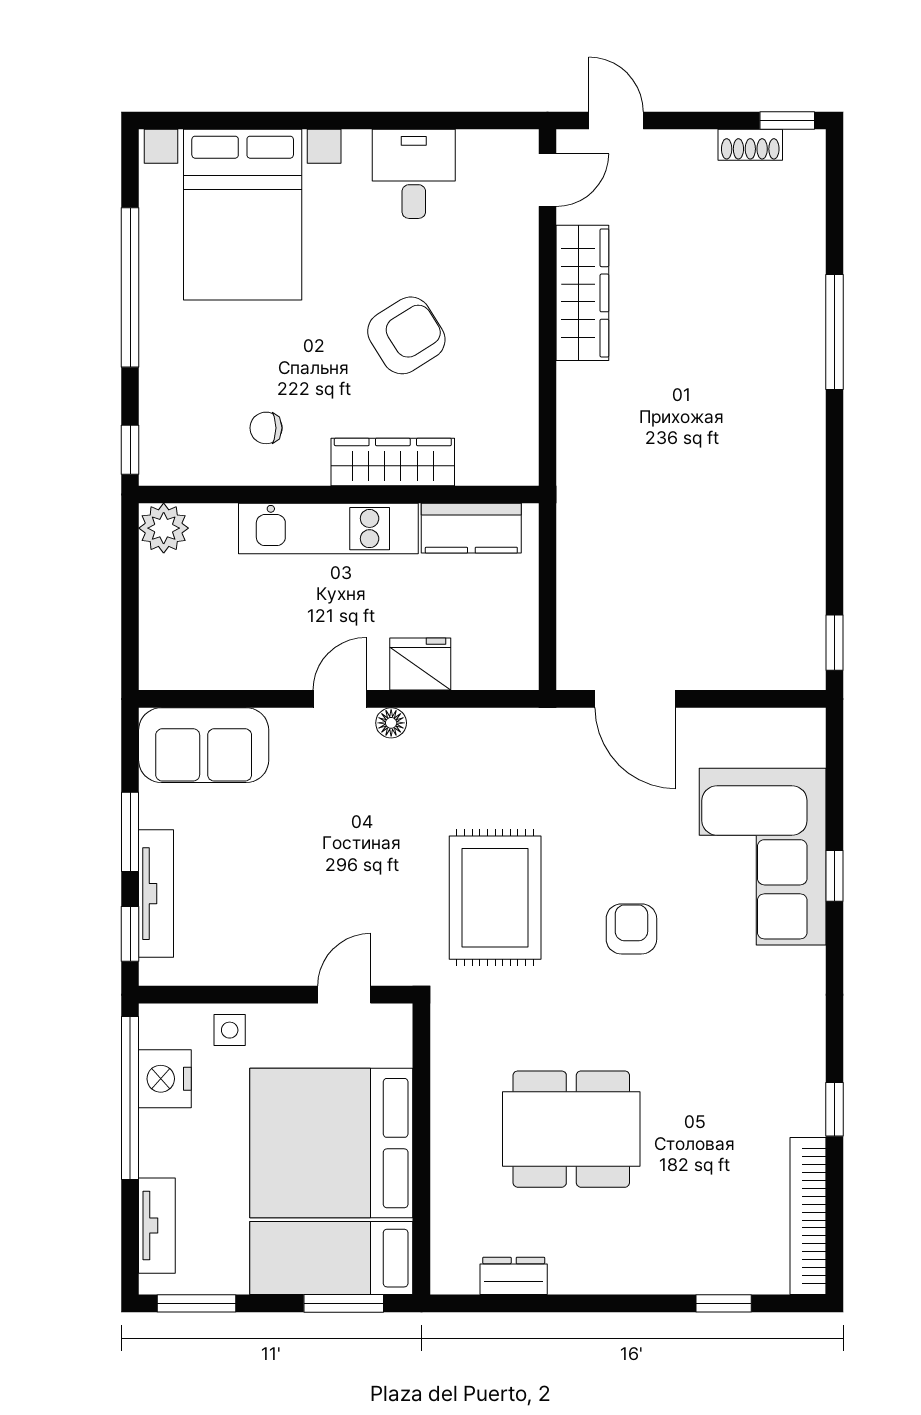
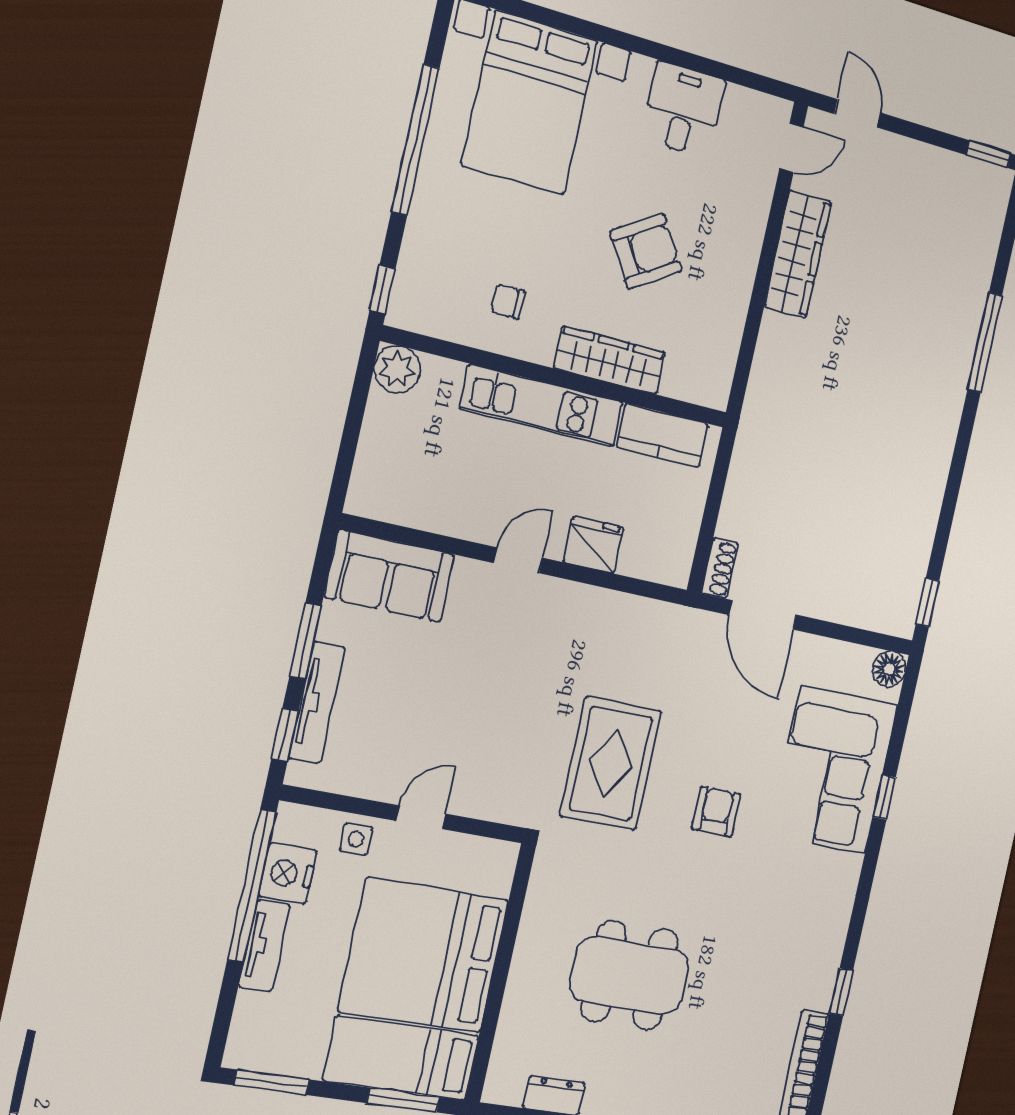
shoe rack: (750, 145) -> (720, 568), moved, turned -90
floor lamp: (391, 723) -> (889, 669), moved, width x1.37, depth x1.37
door: (344, 995) -> (421, 817), moved
tv unit: (157, 1226) -> (264, 946), moved

